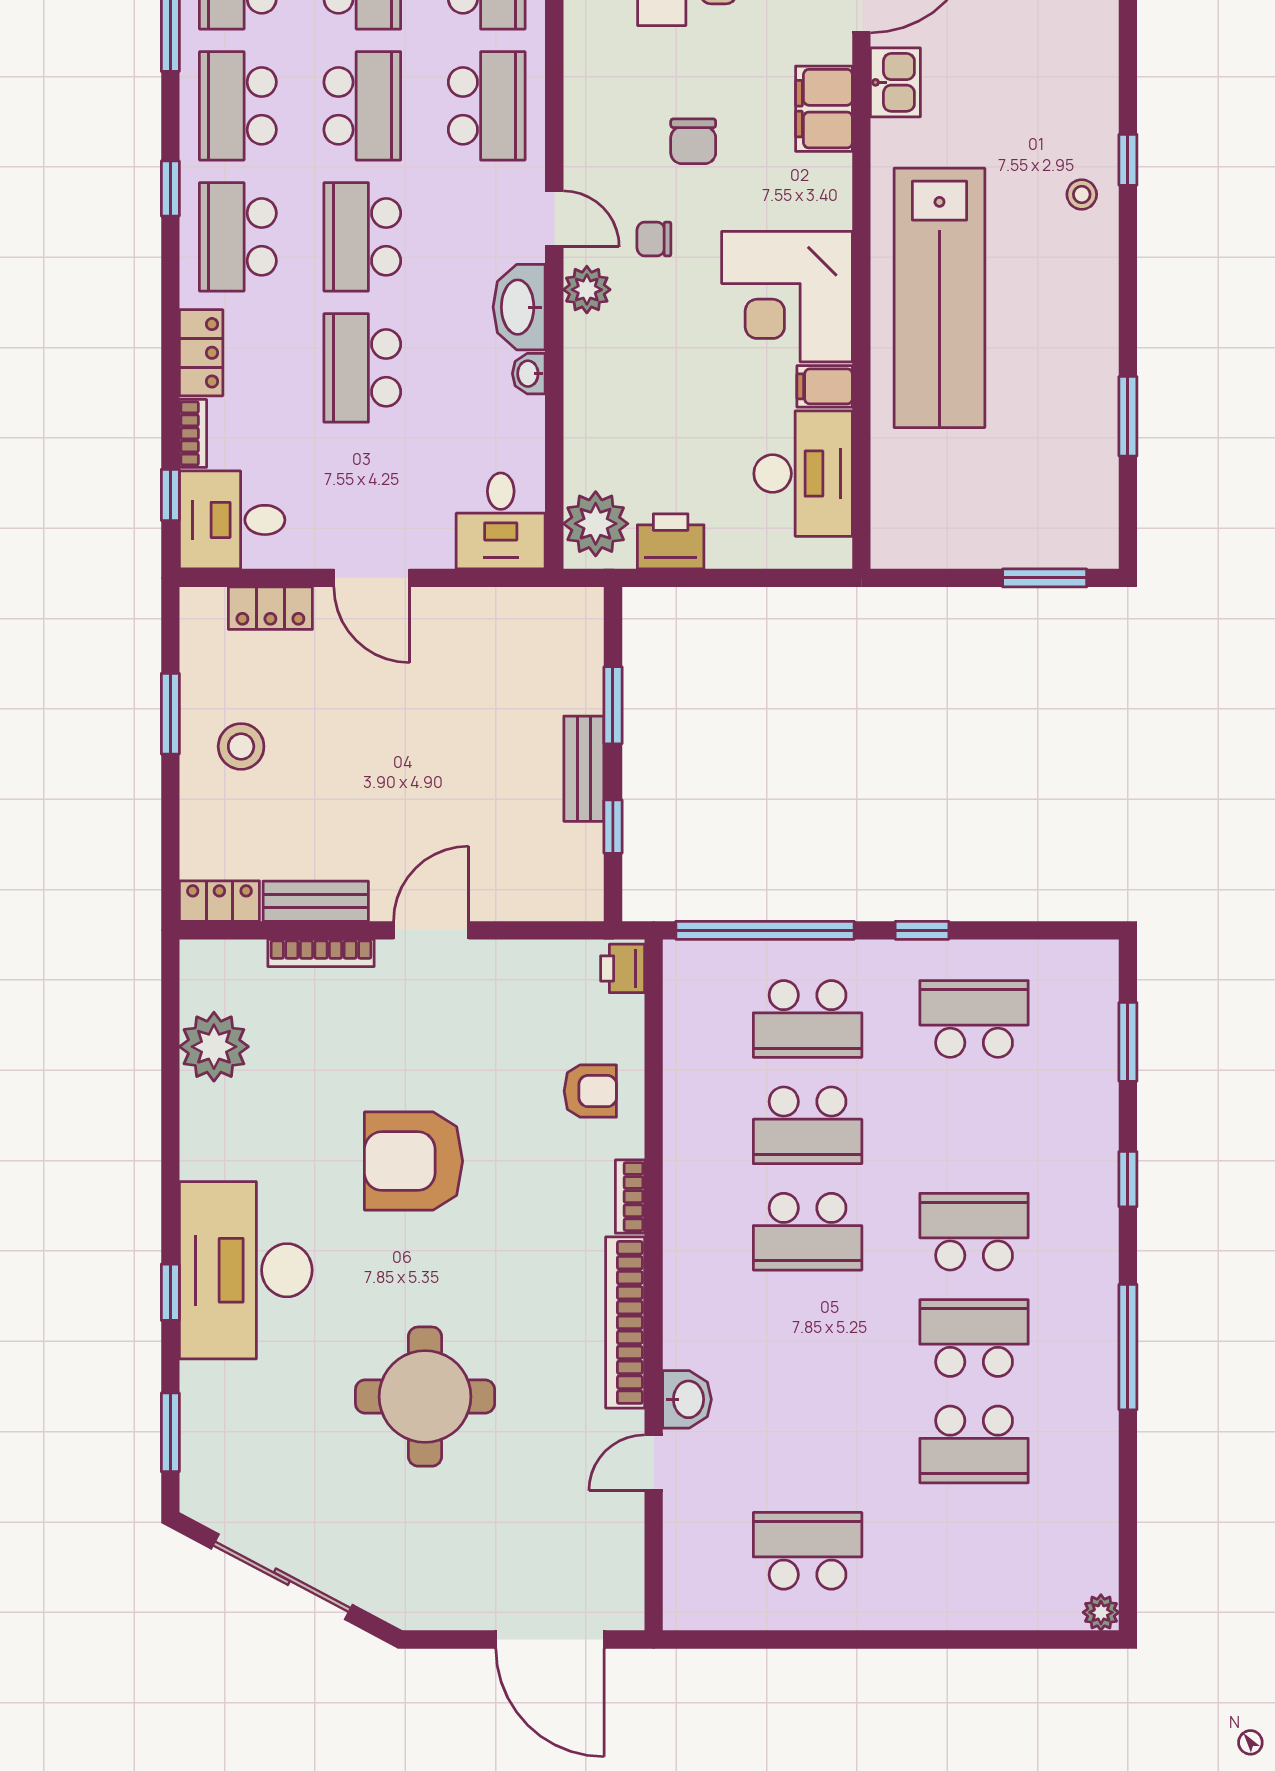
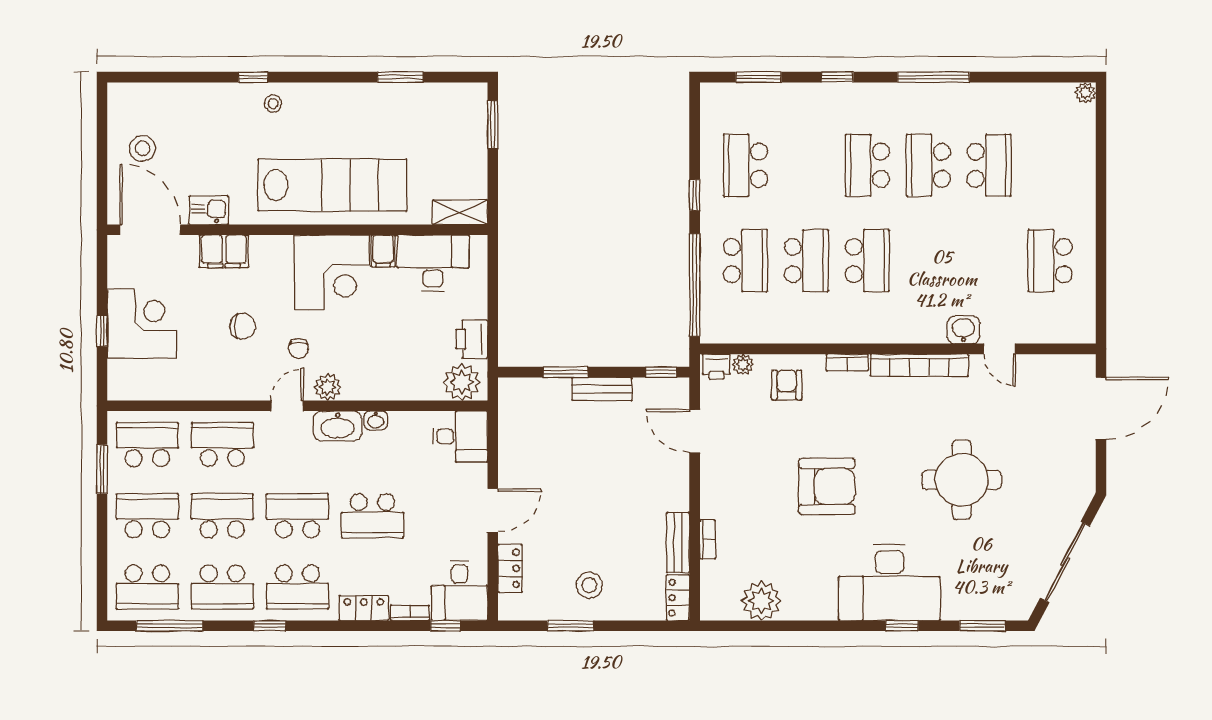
school desk: (362, 237) -> (297, 516), turned 180
shelving: (892, 521) -> (460, 212), added
window: (613, 827) -> (661, 372), moved
door: (431, 930) -> (695, 431), moved
bookcase: (321, 953) -> (708, 539), width x0.64
plant: (626, 1015) -> (743, 364), added
armchair: (414, 1161) -> (827, 486), turned -90

